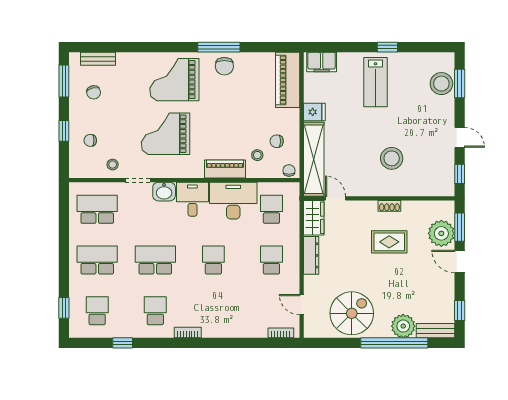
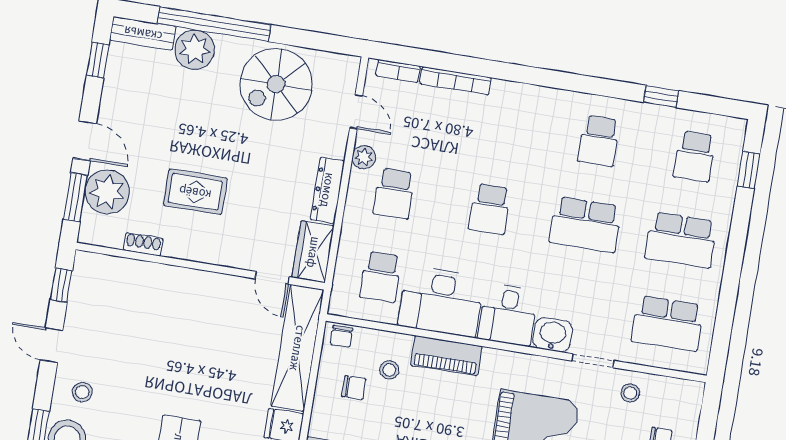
stool: (392, 158) -> (82, 392), moved, width x0.53, depth x0.53
shoe rack: (389, 206) -> (143, 244), moved
plant: (293, 279) -> (364, 157), added
bookcase: (188, 333) -> (456, 81), moved, width x1.56

